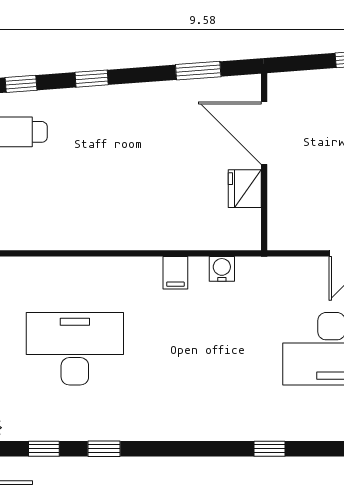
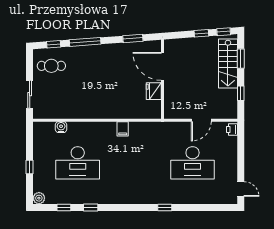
window: (92, 79) -> (85, 42), width x2.17
water cooler: (222, 269) -> (61, 127), moved
desk: (75, 349) -> (78, 163), turned 180

